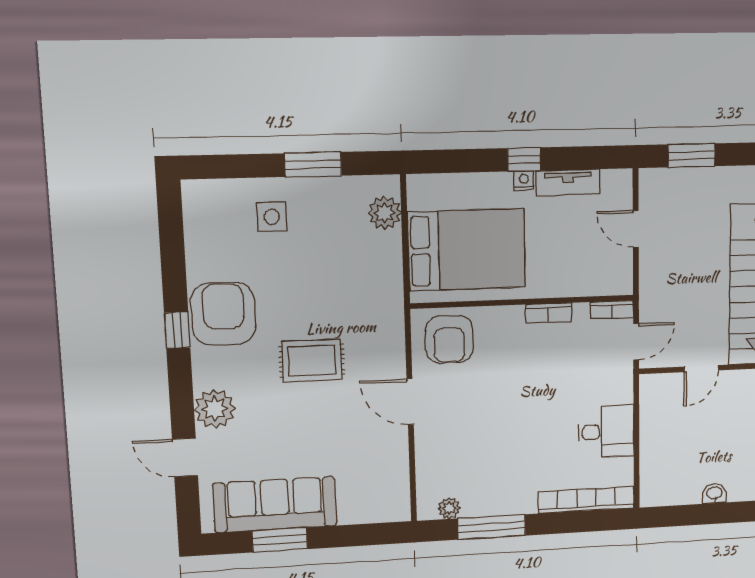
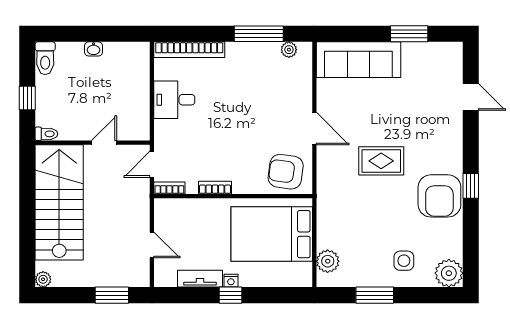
armchair: (449, 339) -> (286, 172), turned -82
plant: (215, 409) -> (449, 273), moved
sofa: (275, 505) -> (358, 60), moved

